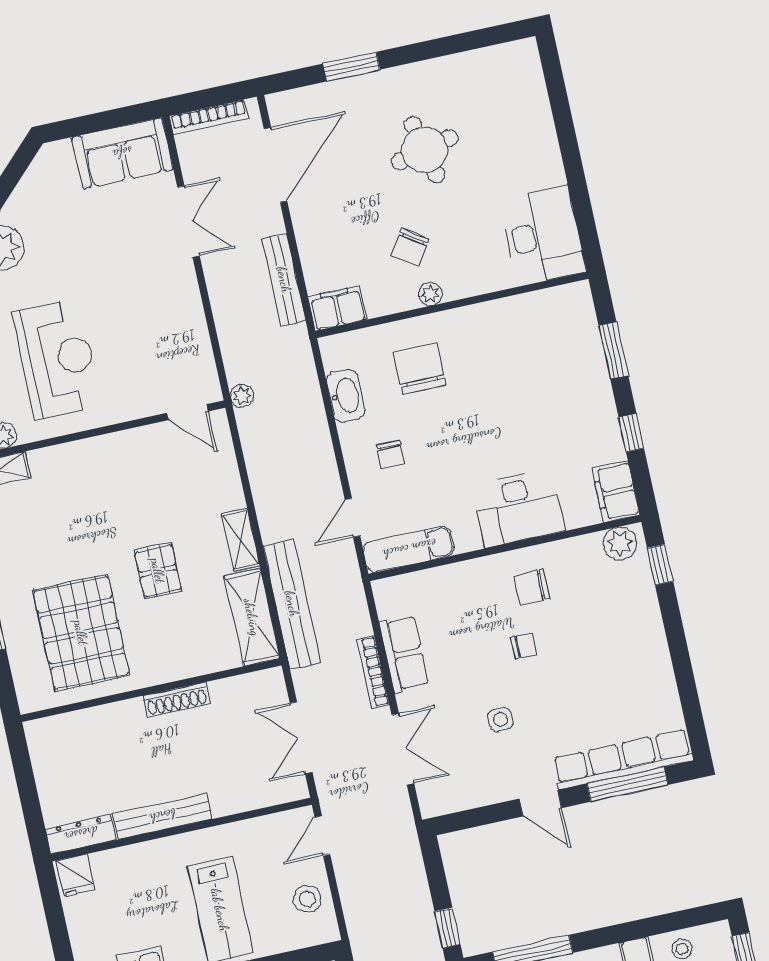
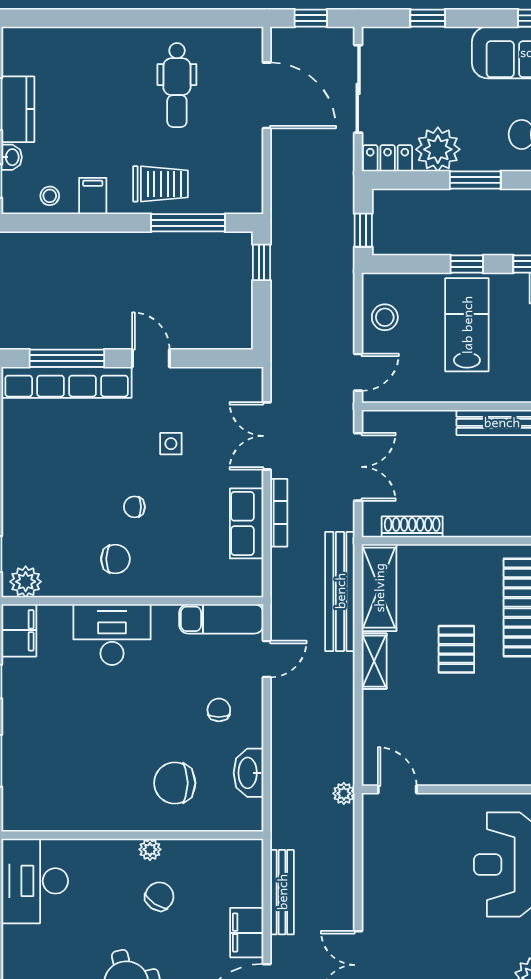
filing cabinet: (337, 308) -> (247, 933), moved, turned 90
chair: (420, 368) -> (175, 783), turned 90
shoe rack: (176, 700) -> (412, 527), moved

